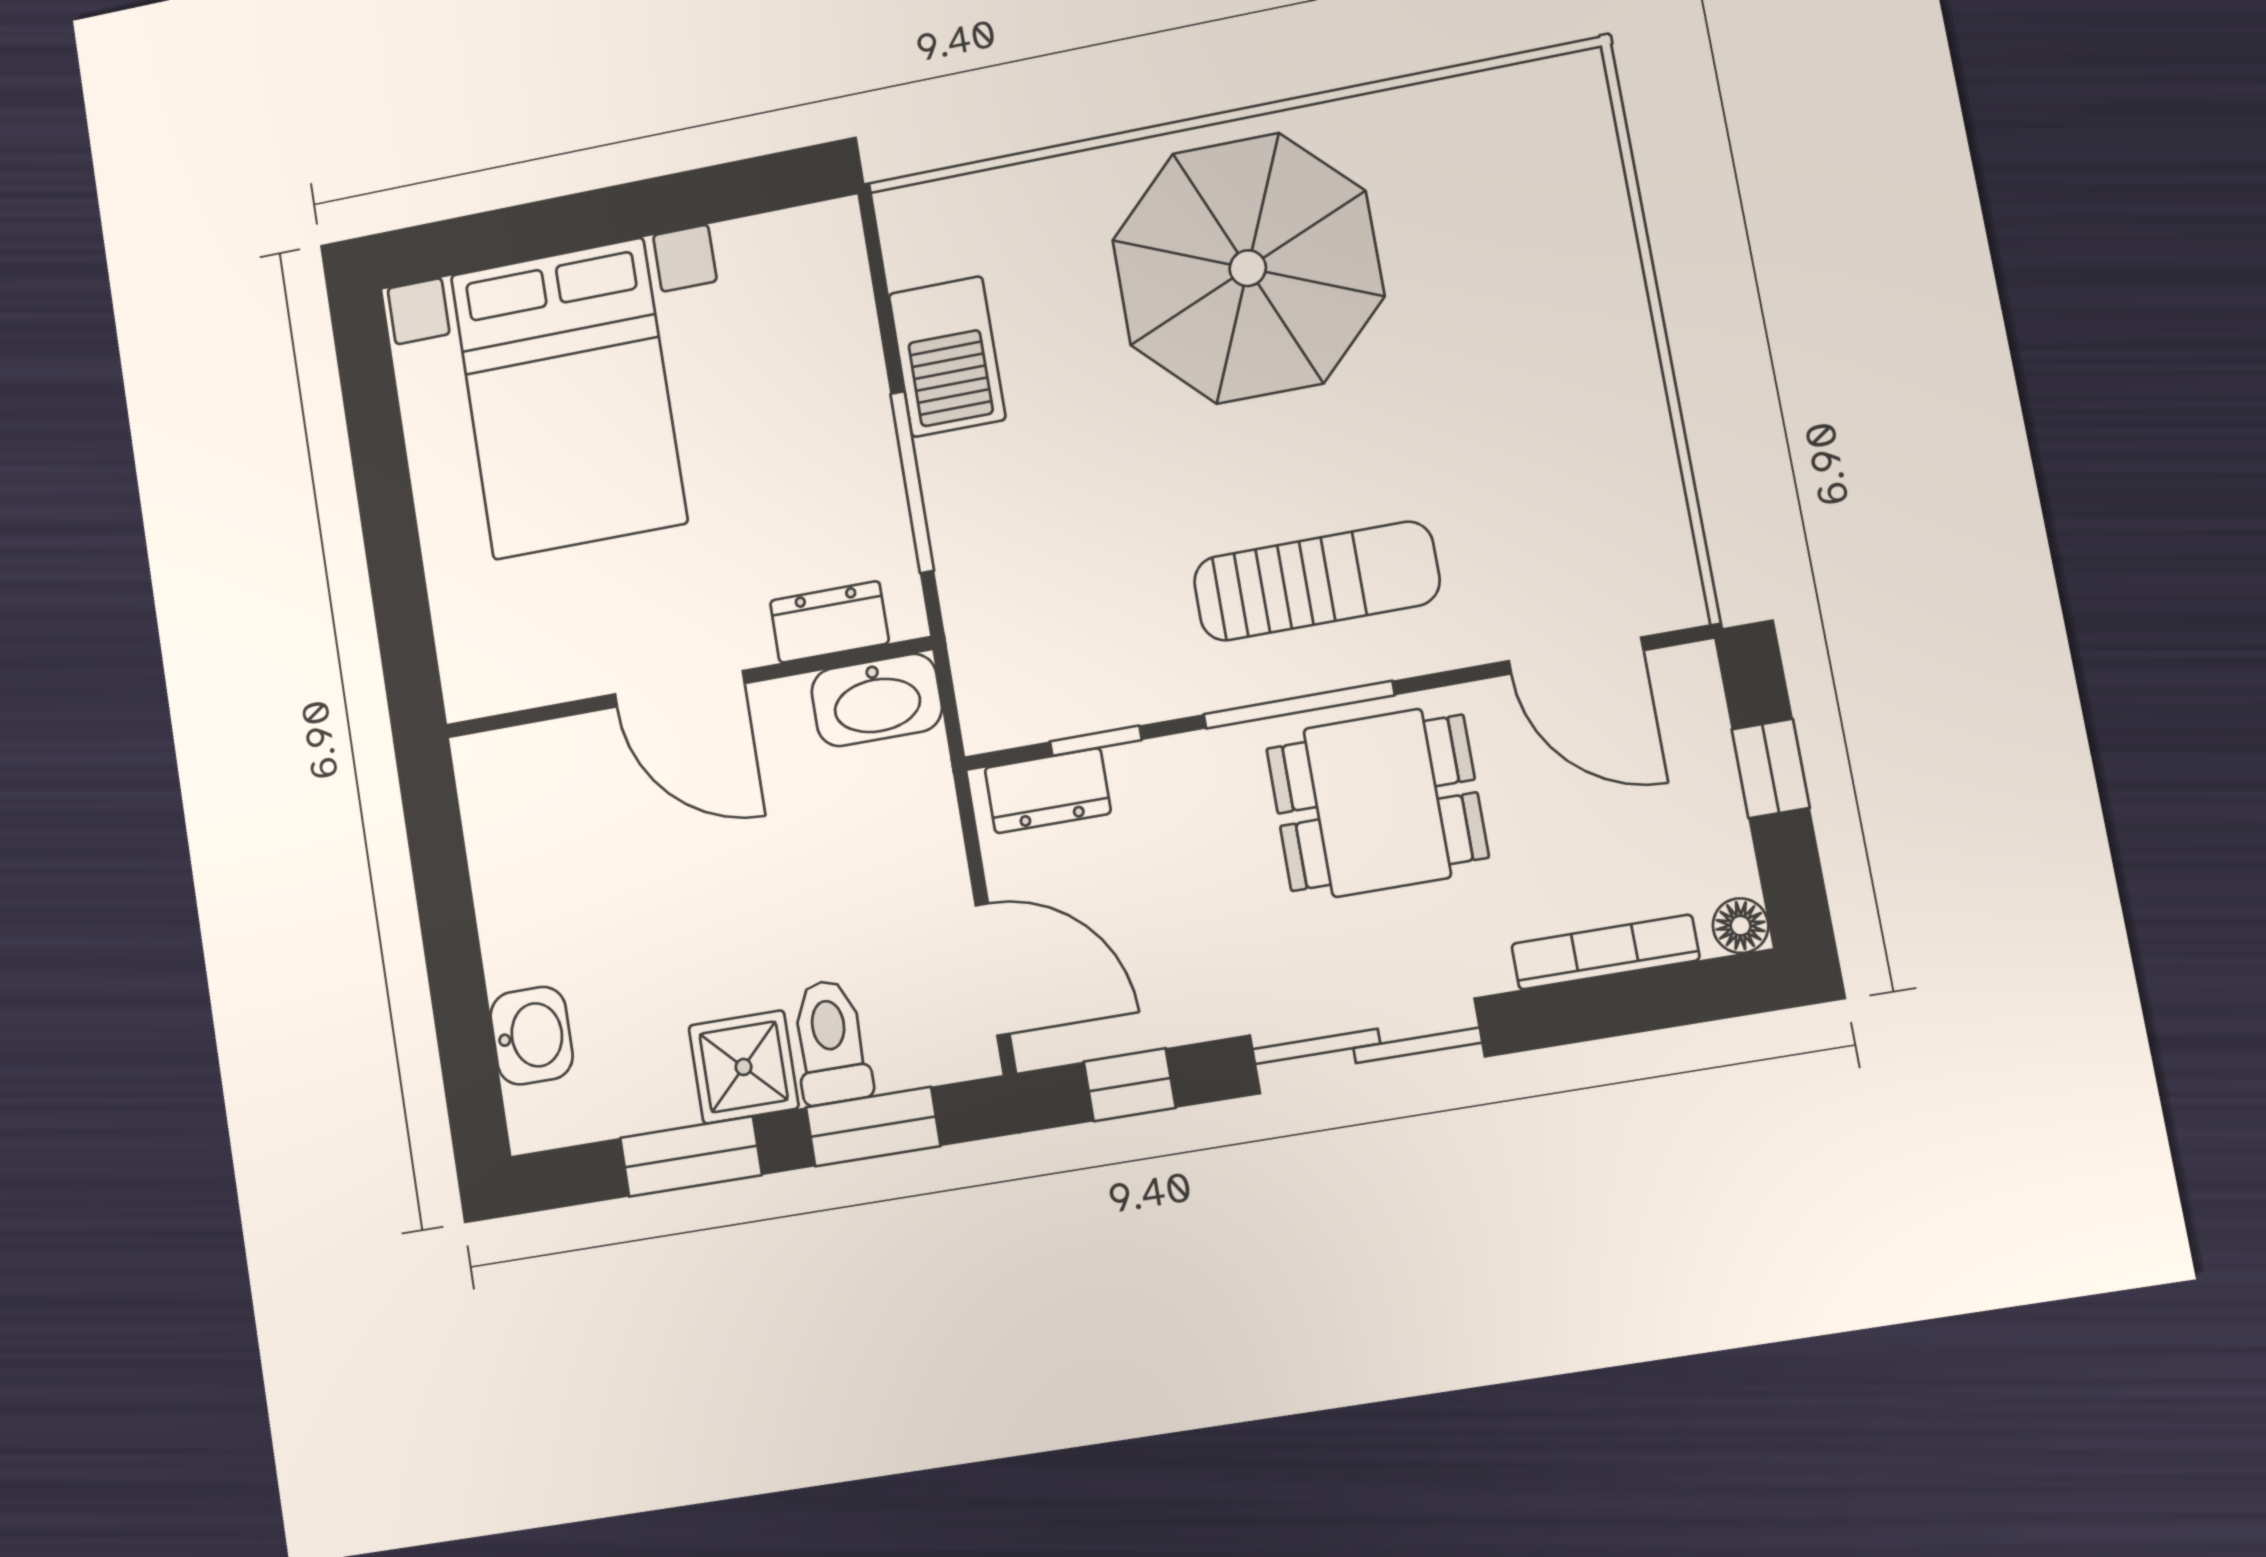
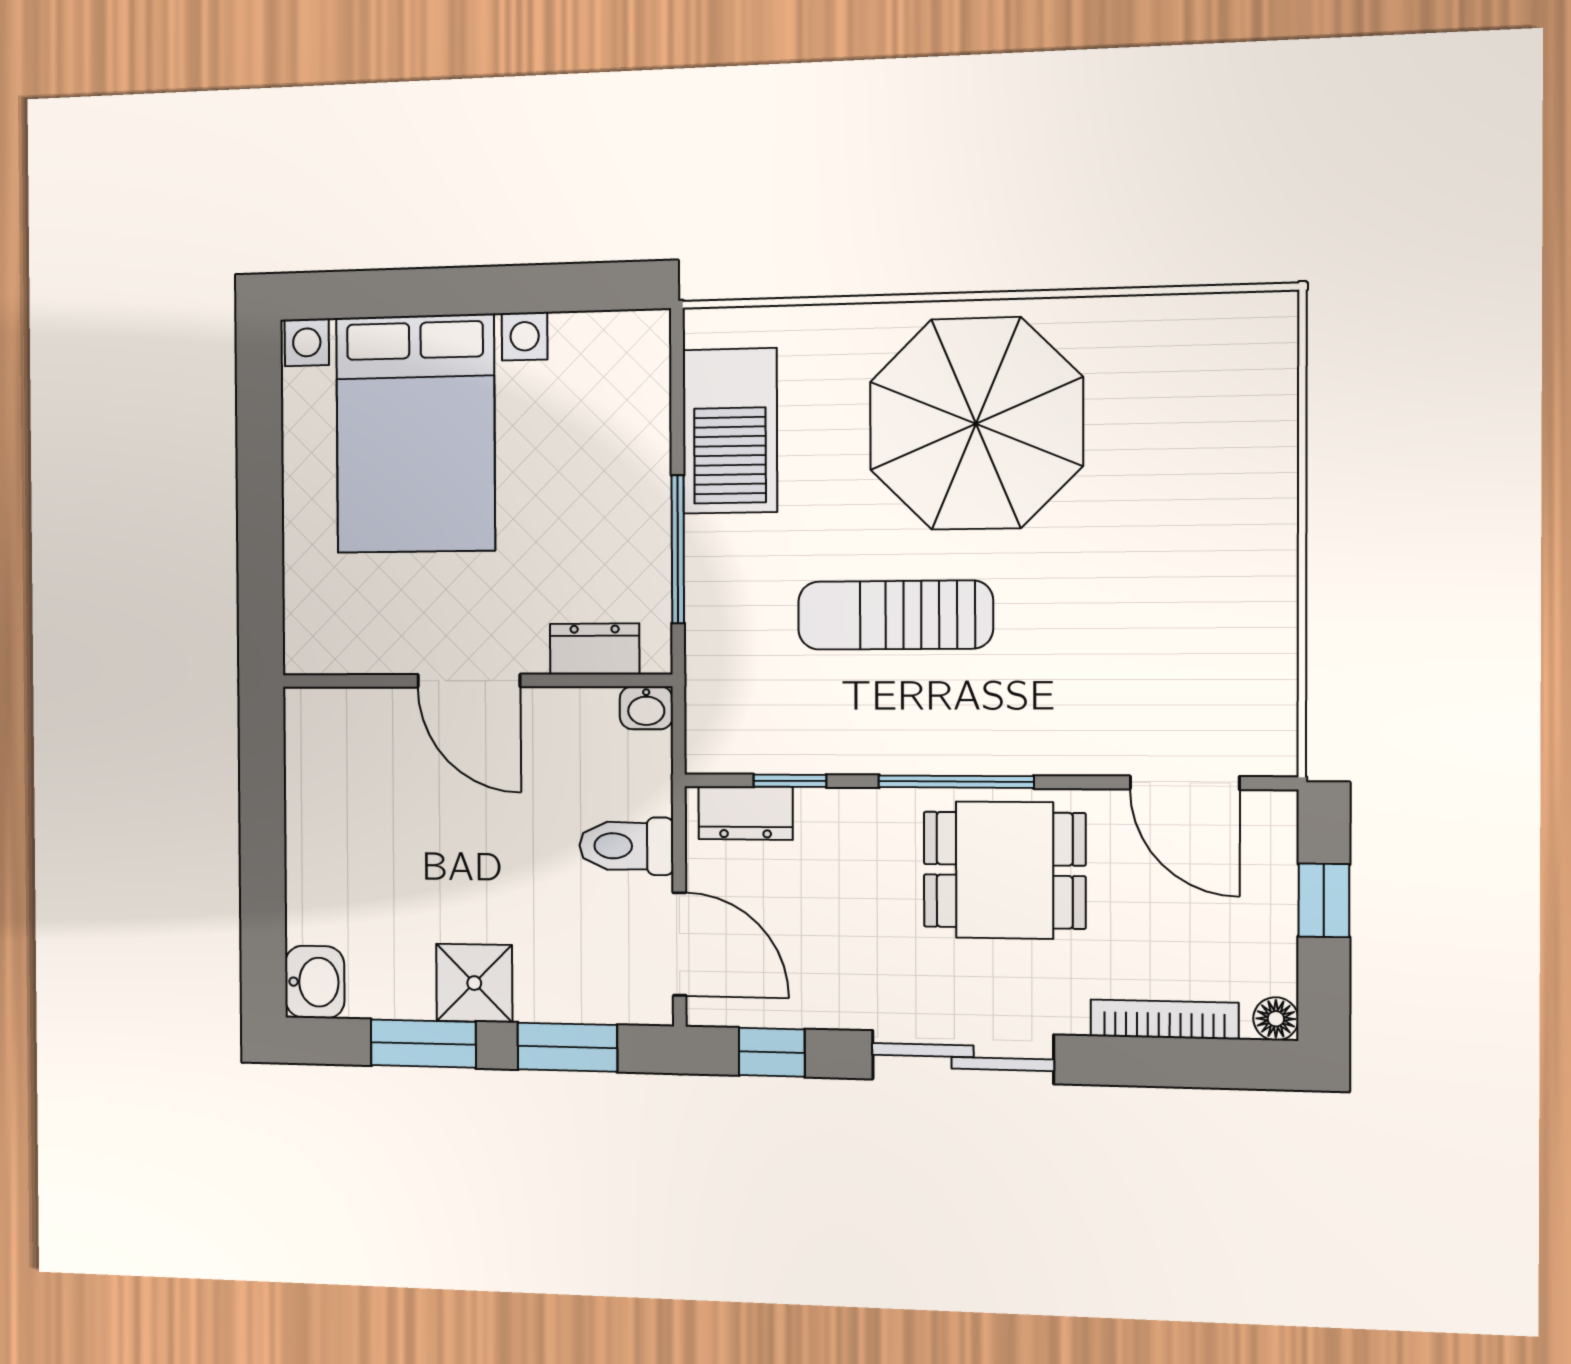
barbecue: (947, 357) -> (730, 431), width x1.37, depth x1.21
sun lounger: (1316, 581) -> (895, 615), moved, turned 180
washbasin: (877, 700) -> (646, 708), width x0.52, depth x0.69
washbasin: (532, 1036) -> (315, 982), moved
toilet: (831, 1042) -> (626, 846), moved, turned -90

